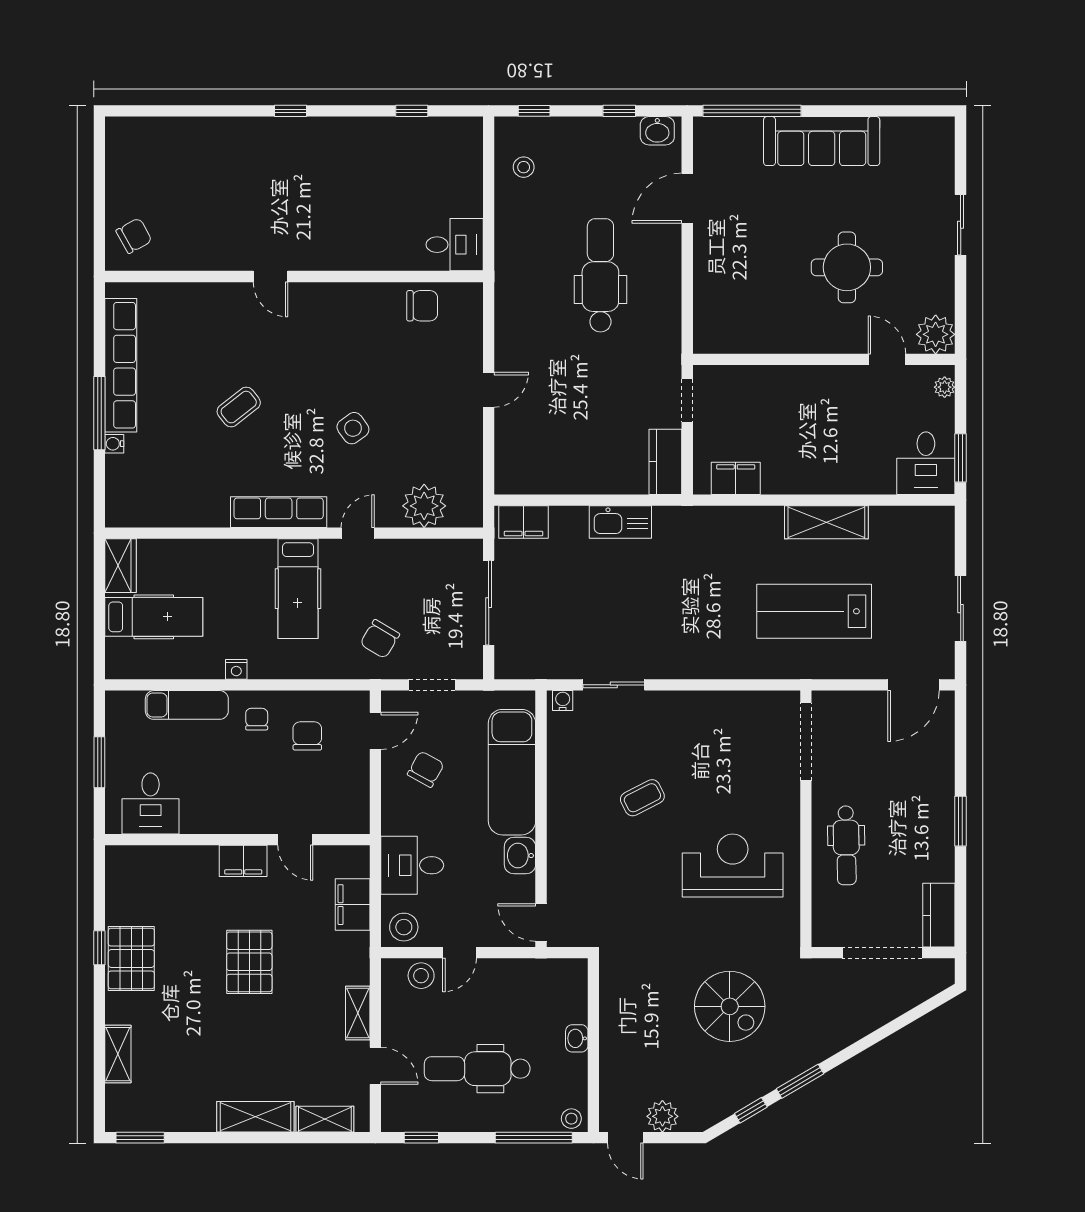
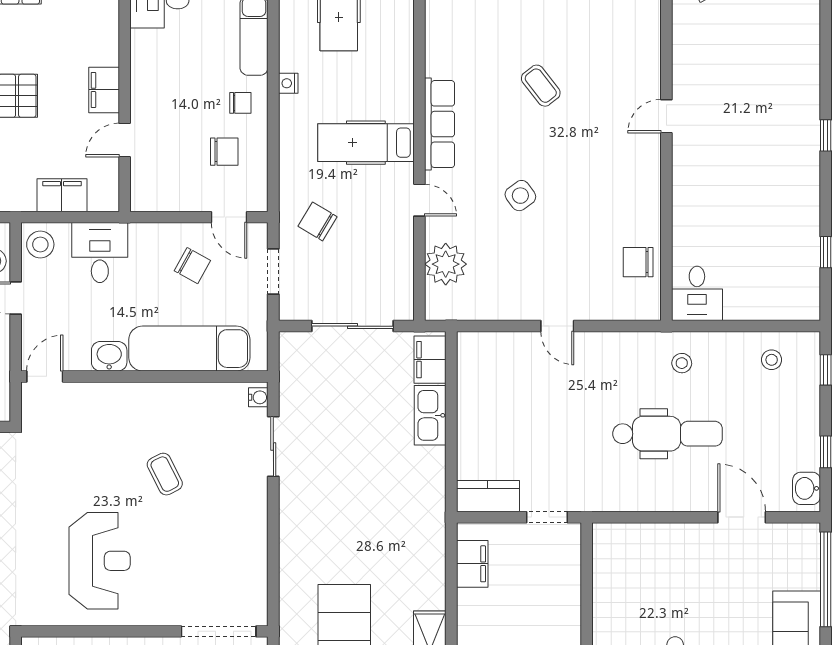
stool: (527, 260) -> (682, 363), added
chair: (422, 306) -> (638, 262), turned 90
kitchen sink: (620, 522) -> (430, 415), moved

